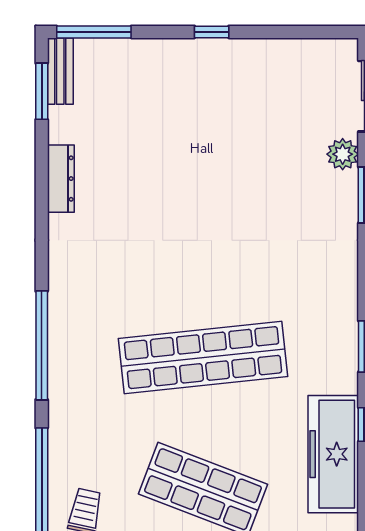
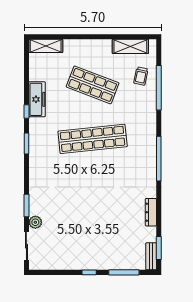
window: (94, 32) -> (124, 272), moved
window: (42, 345) -> (159, 159), moved
freezer: (333, 454) -> (37, 99), width x0.73, depth x0.79

